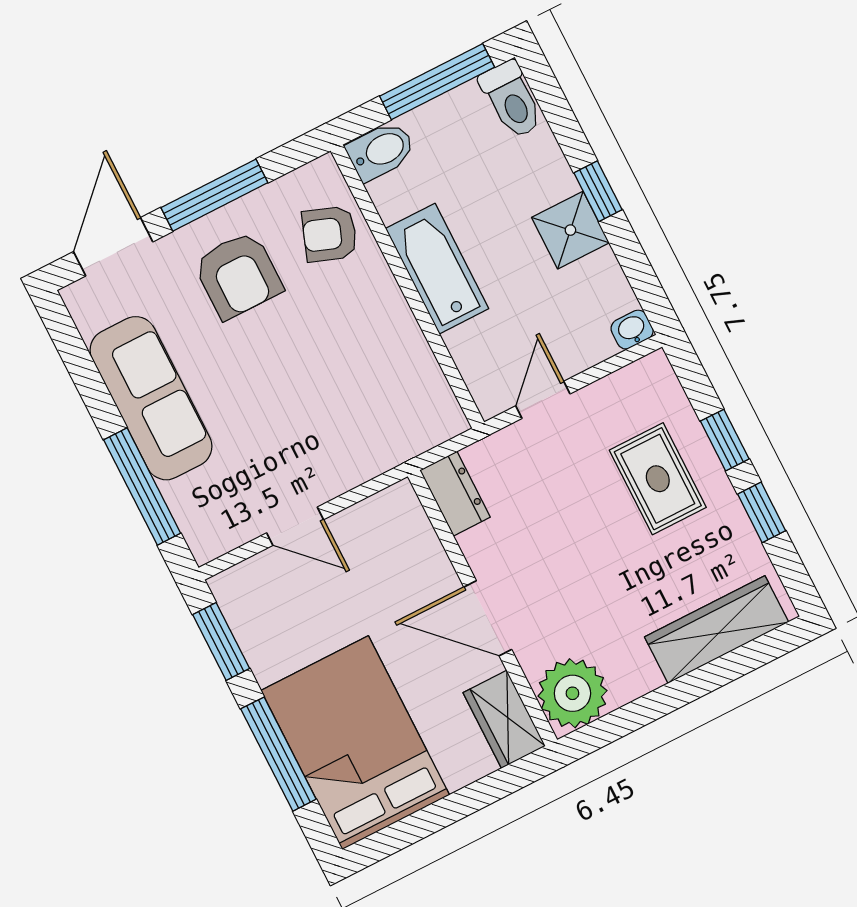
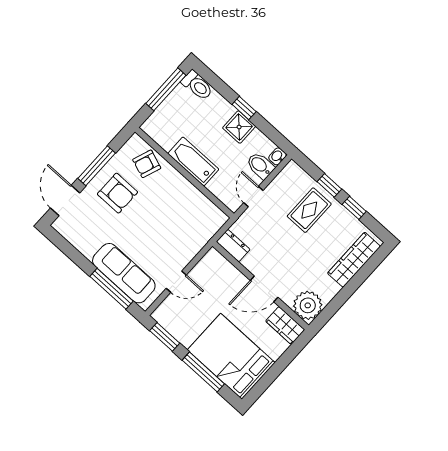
bidet: (381, 151) -> (260, 166), moved, turned -90
sofa: (151, 398) -> (124, 273), moved
rug: (658, 479) -> (309, 210), turned 90

